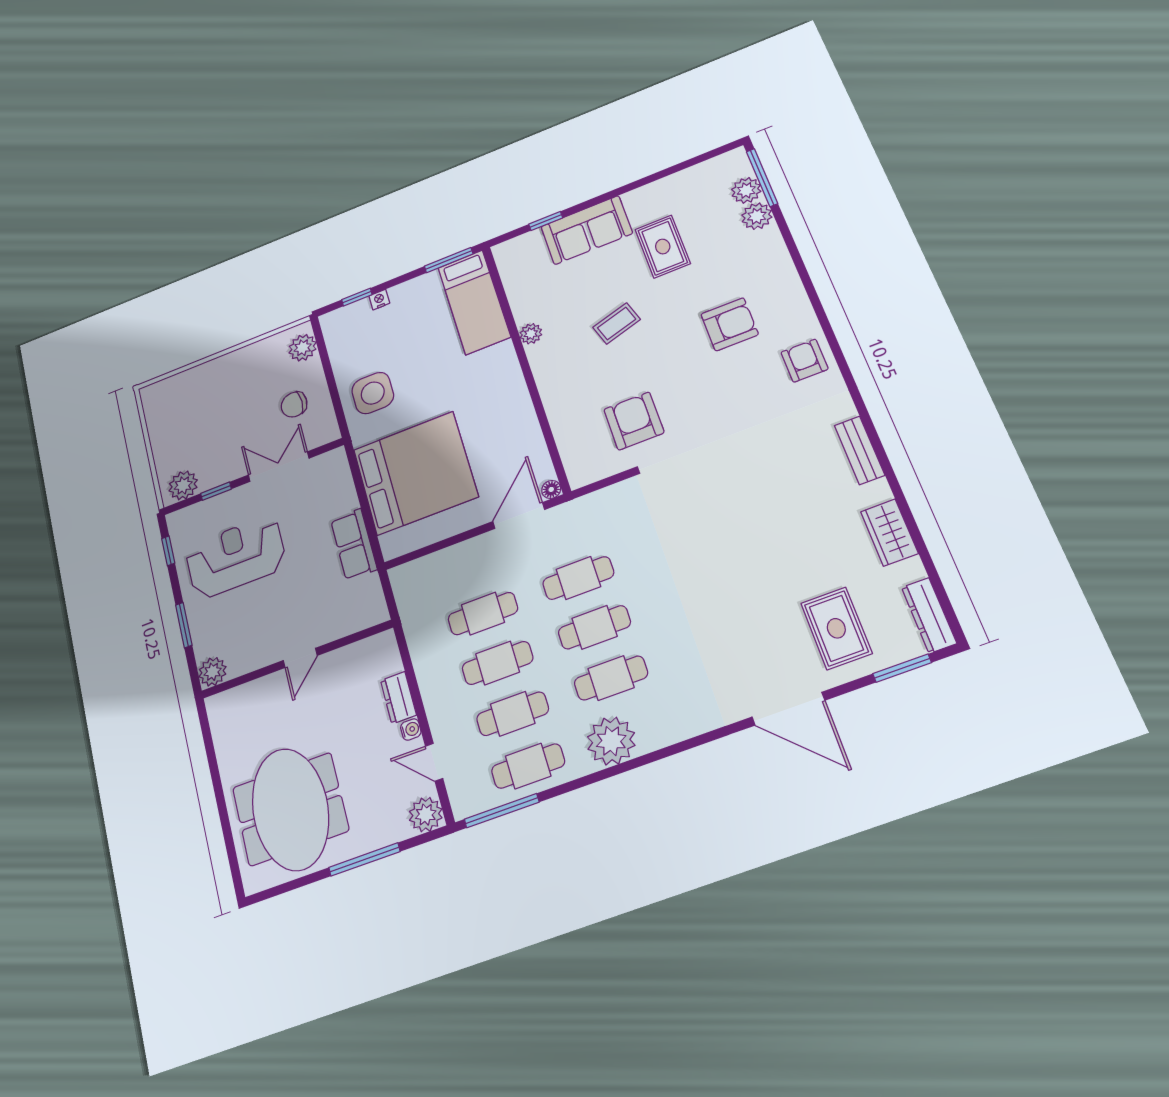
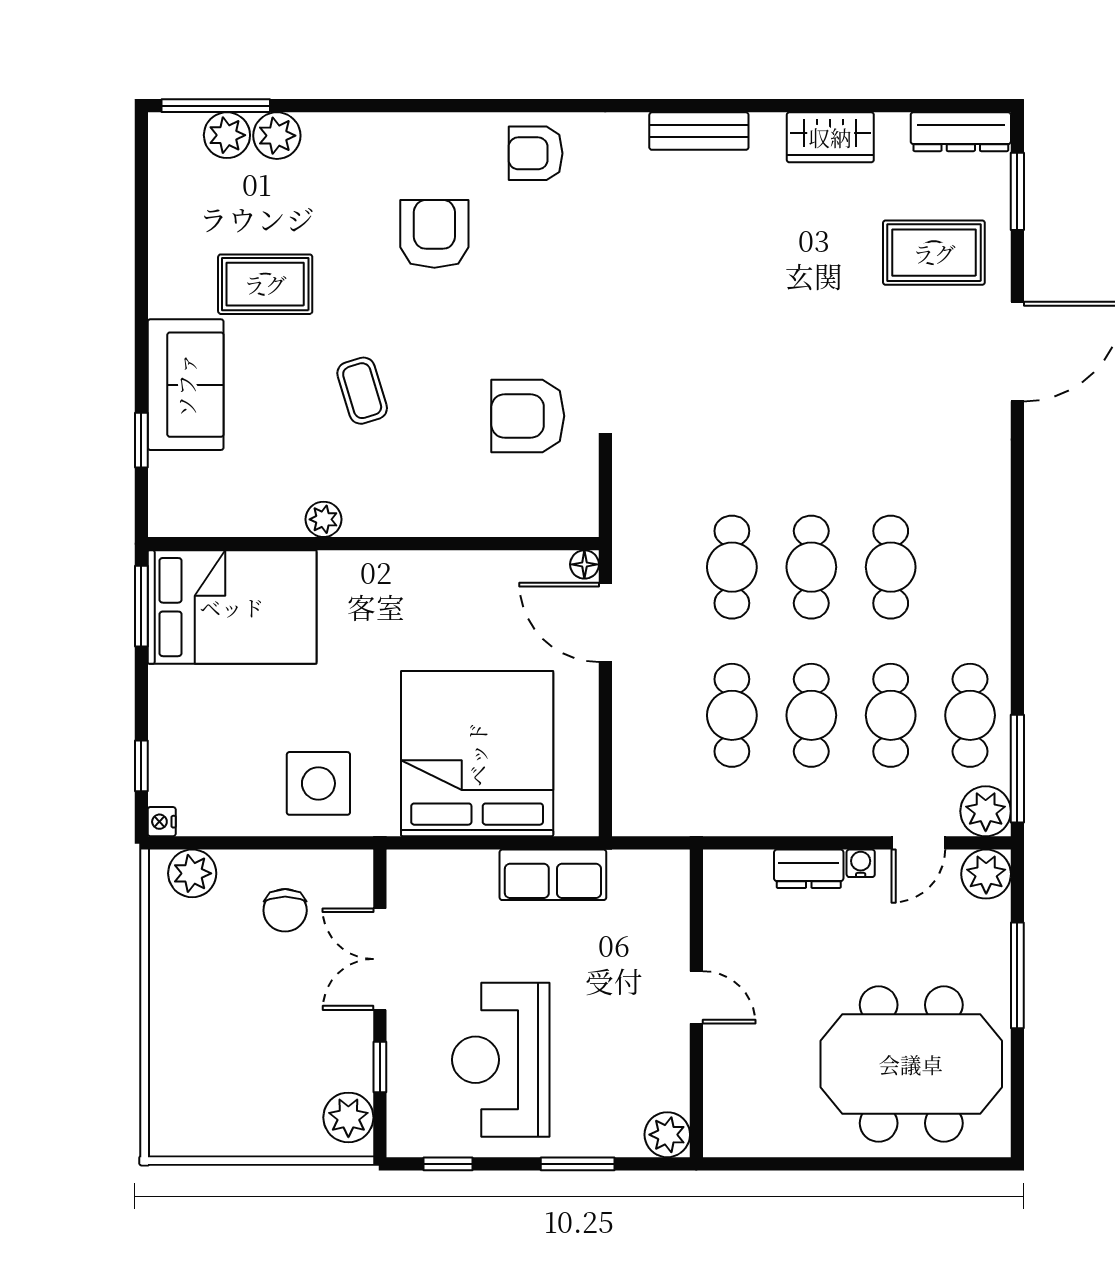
nightstand: (379, 300) -> (162, 822), moved
bed: (474, 302) -> (232, 607), width x1.50
plant: (611, 741) -> (986, 811), moved, width x0.73, depth x0.73

